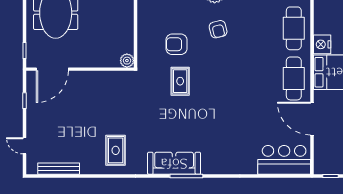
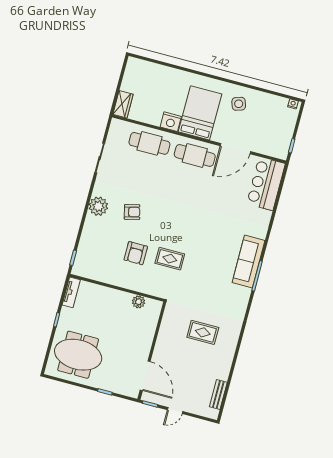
door: (52, 69) -> (145, 376), moved
wall: (80, 69) -> (152, 351), moved
door: (24, 146) -> (175, 411), moved
rug: (116, 150) -> (203, 332), moved
sofa: (174, 163) -> (248, 261), moved
bench: (59, 169) -> (218, 394), width x0.73

